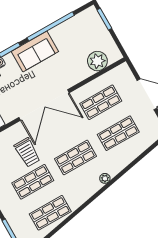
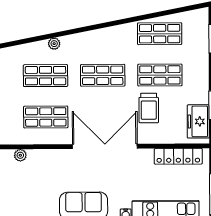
plant: (97, 61) -> (20, 155), width x0.53, depth x0.53
trolley: (27, 152) -> (149, 108), turned 180
plant: (105, 178) -> (54, 44), moved

